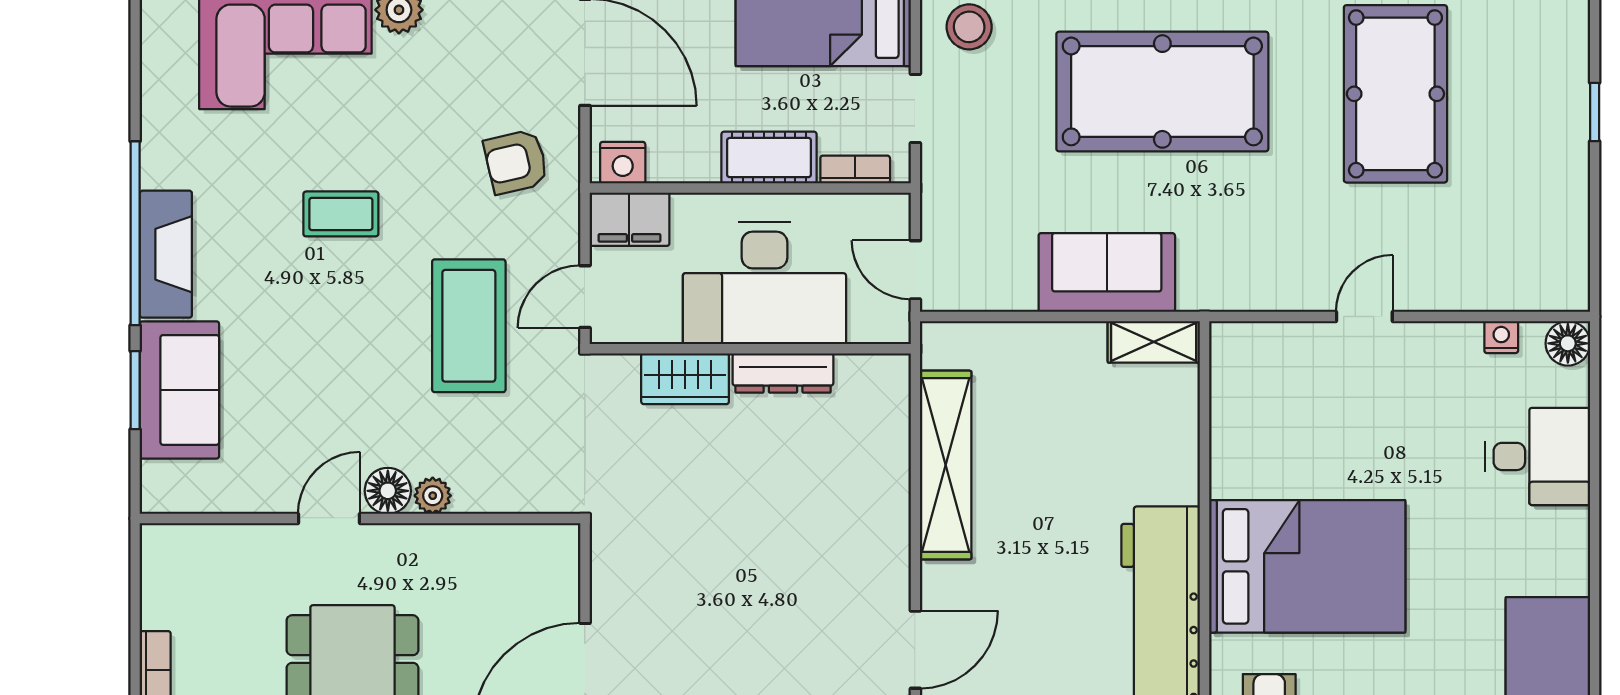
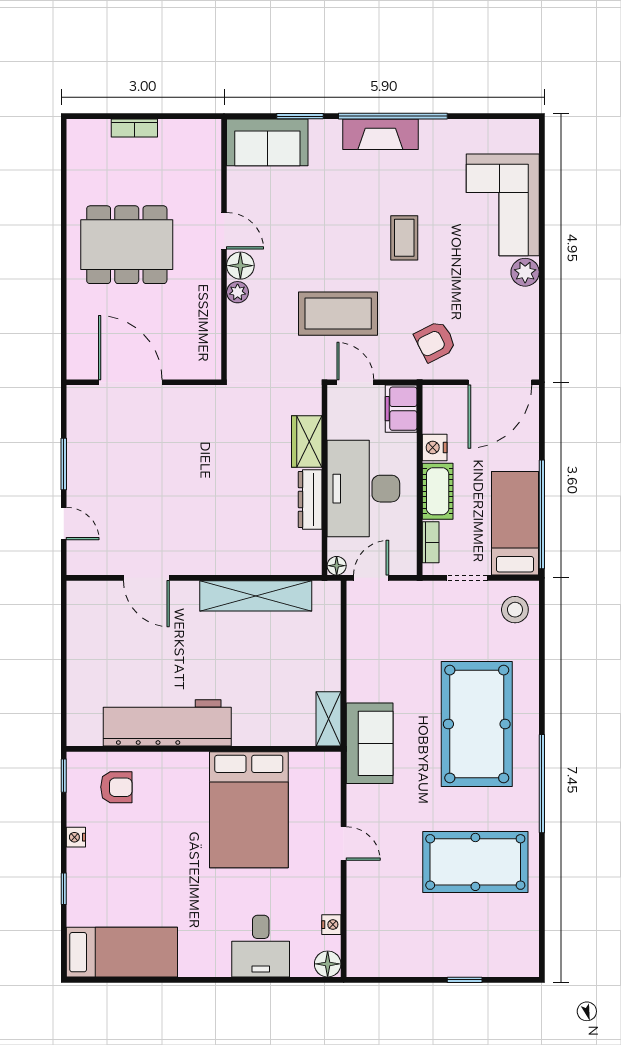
armchair: (516, 162) -> (435, 341), turned -104
nightstand: (623, 163) -> (435, 447), moved
sofa: (1107, 272) -> (370, 743), moved
floor lamp: (895, 328) -> (337, 566), added
sofa: (179, 390) -> (267, 142), moved
bed: (1307, 566) -> (249, 810), moved

